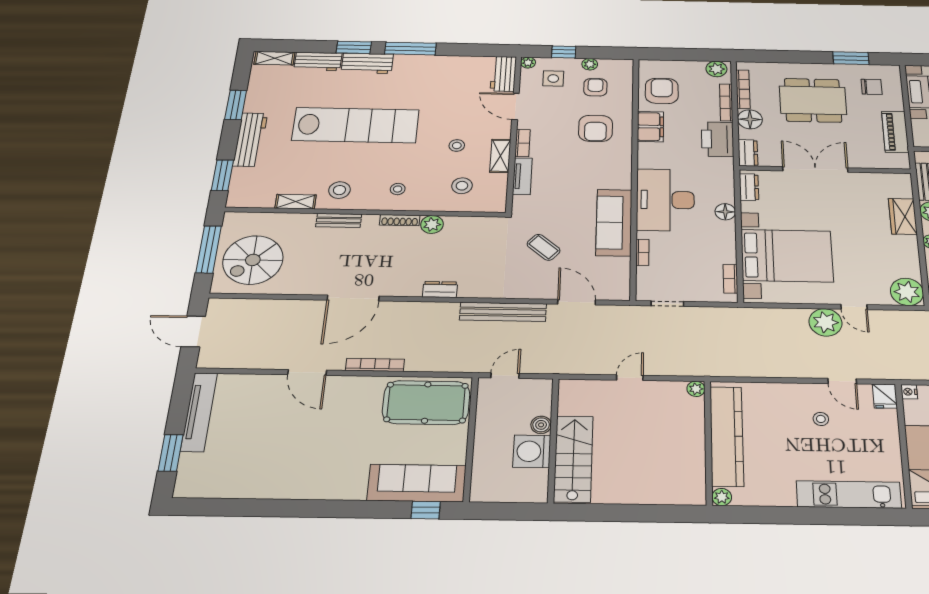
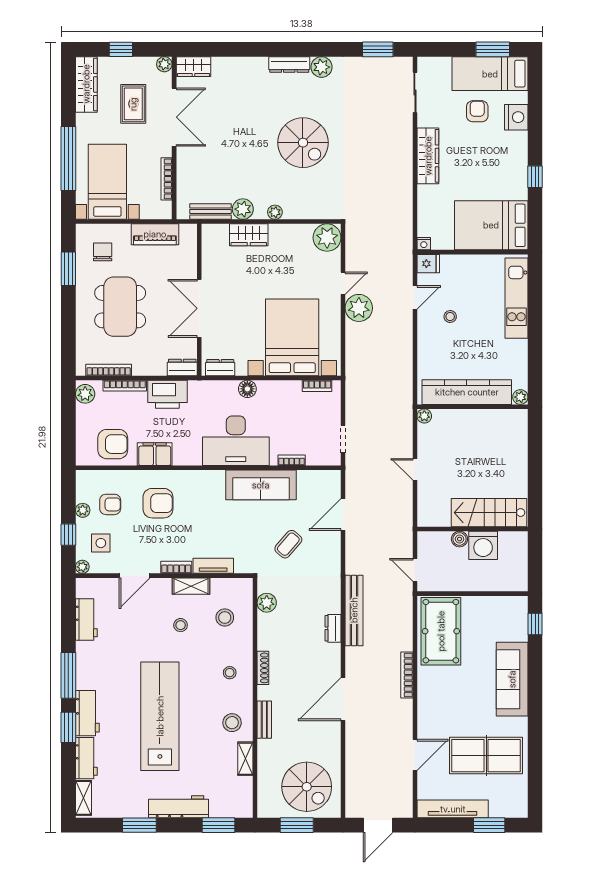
workbench: (503, 74) -> (86, 620), moved, turned -90
armchair: (595, 87) -> (110, 504), turned 180
armchair: (662, 91) -> (113, 444), turned 180
floor lamp: (750, 119) -> (144, 365), removed
plant: (432, 224) -> (267, 603), moved
window: (209, 249) -> (297, 825), width x0.69
door: (353, 298) -> (343, 699), swing flipped
bench: (503, 312) -> (354, 610), moved
door: (307, 372) -> (415, 755), moved
table tennis table: (261, 451) -> (486, 756), added
sofa: (417, 483) -> (512, 679), moved

